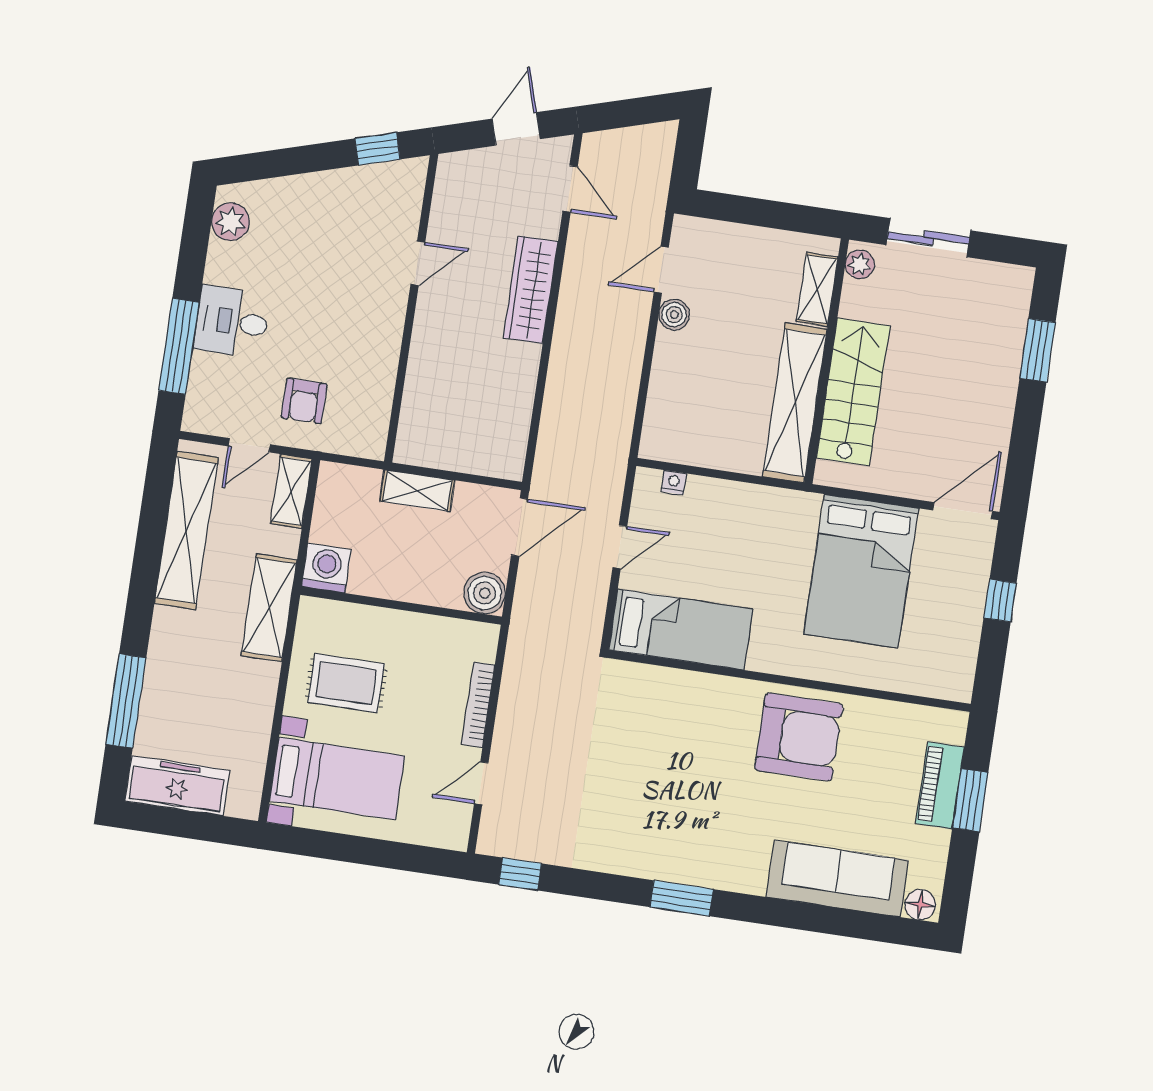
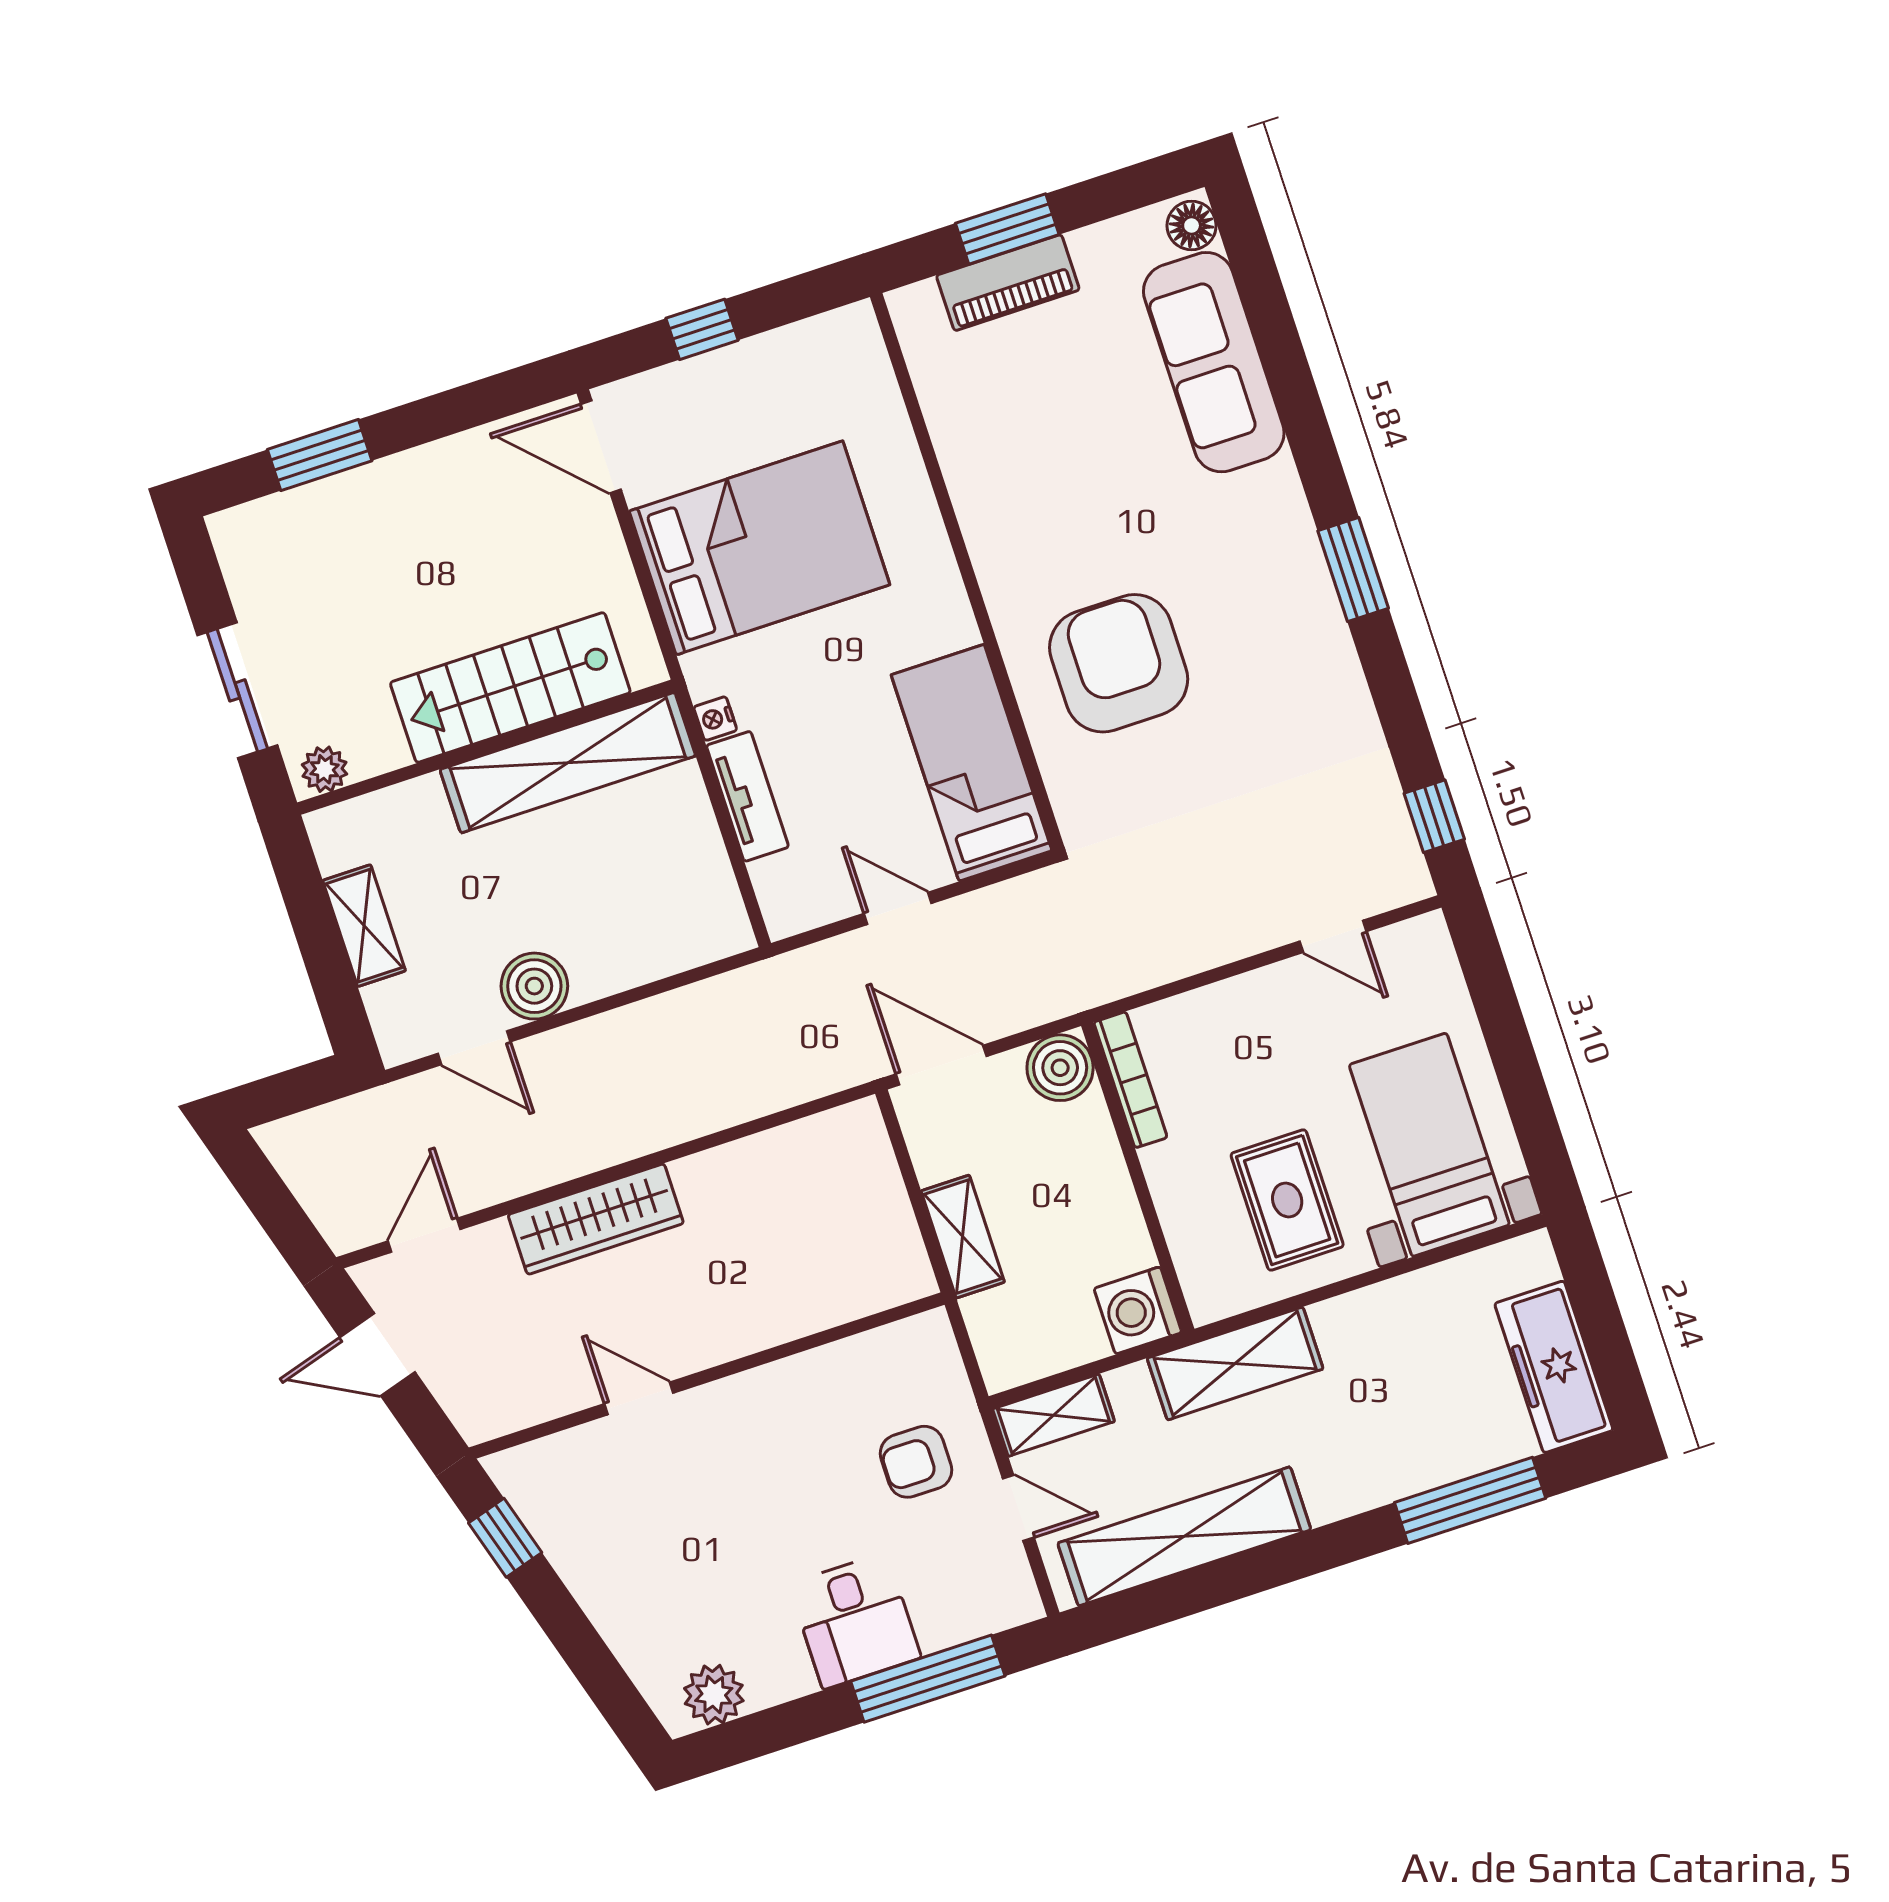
shelving: (817, 289) -> (364, 926), moved, turned 90
boiler: (674, 315) -> (534, 986), width x1.36, depth x1.36
armchair: (304, 401) -> (916, 1462), turned 180
nightstand: (674, 482) -> (715, 719), moved
tv unit: (725, 494) -> (747, 796), added
bookcase: (478, 705) -> (1130, 1080), moved, turned -90
armchair: (799, 737) -> (1119, 663), moved

